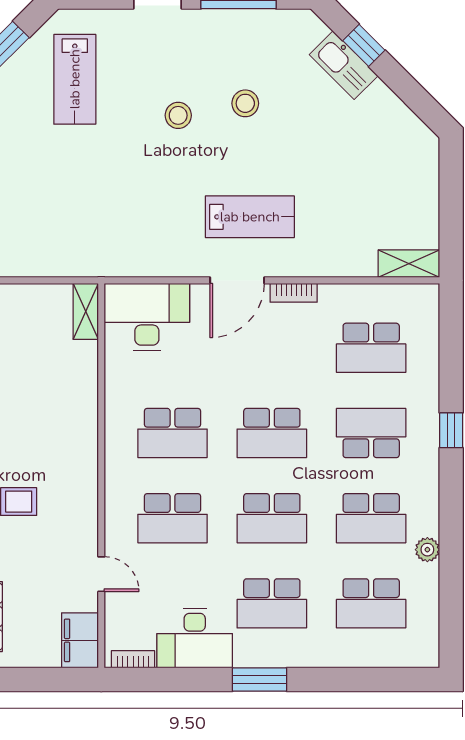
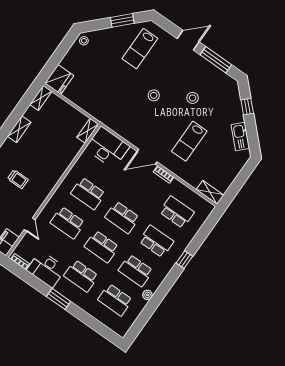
kitchen sink: (344, 65) -> (240, 137), moved
stool: (178, 115) -> (154, 95), moved
lab bench: (250, 217) -> (189, 141), moved, turned 90
school desk: (371, 348) -> (177, 212), turned 180

